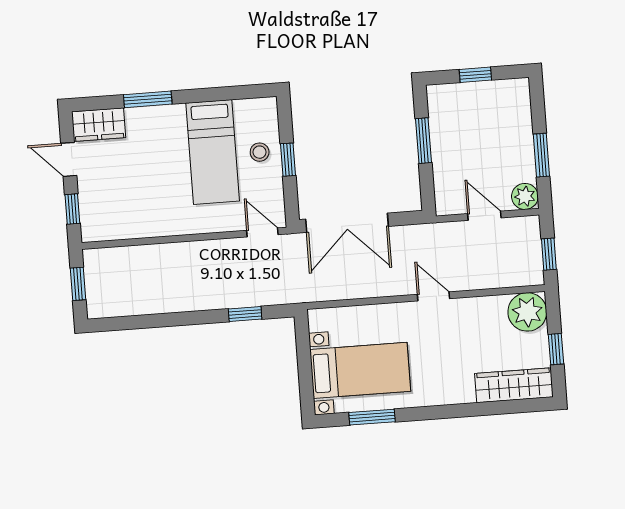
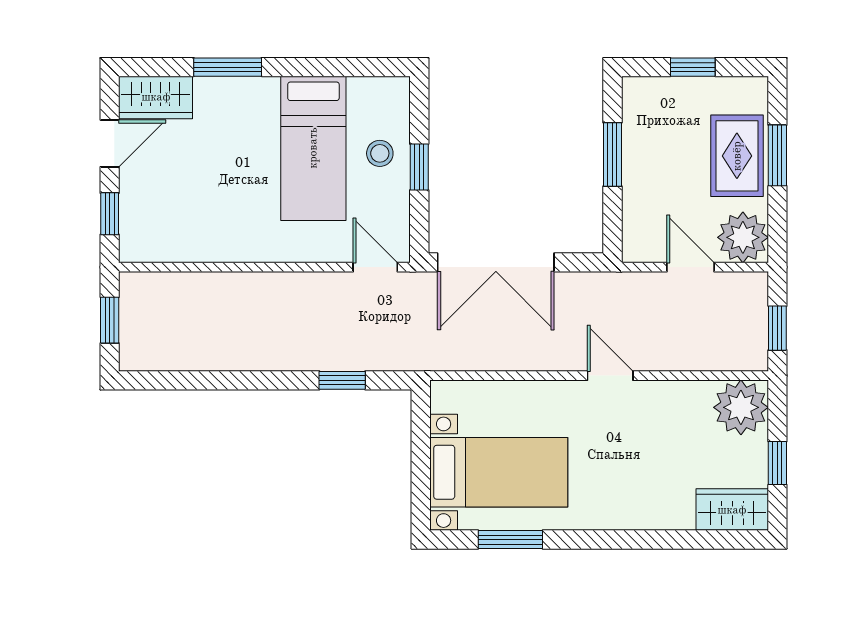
rug: (511, 135) -> (737, 156), added
window: (541, 155) -> (777, 155), moved
door: (69, 159) -> (110, 143), swing flipped
plant: (525, 196) -> (743, 237), width x1.36, depth x1.36
wardrobe: (514, 385) -> (732, 510), width x0.67

